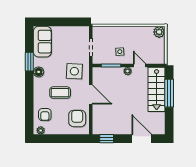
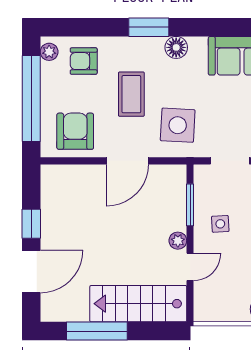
window: (29, 62) -> (149, 27), moved
window: (169, 93) -> (97, 331), moved
armchair: (77, 118) -> (75, 131), turned -90
window: (62, 139) -> (31, 99), added
window: (107, 139) -> (31, 224), moved

